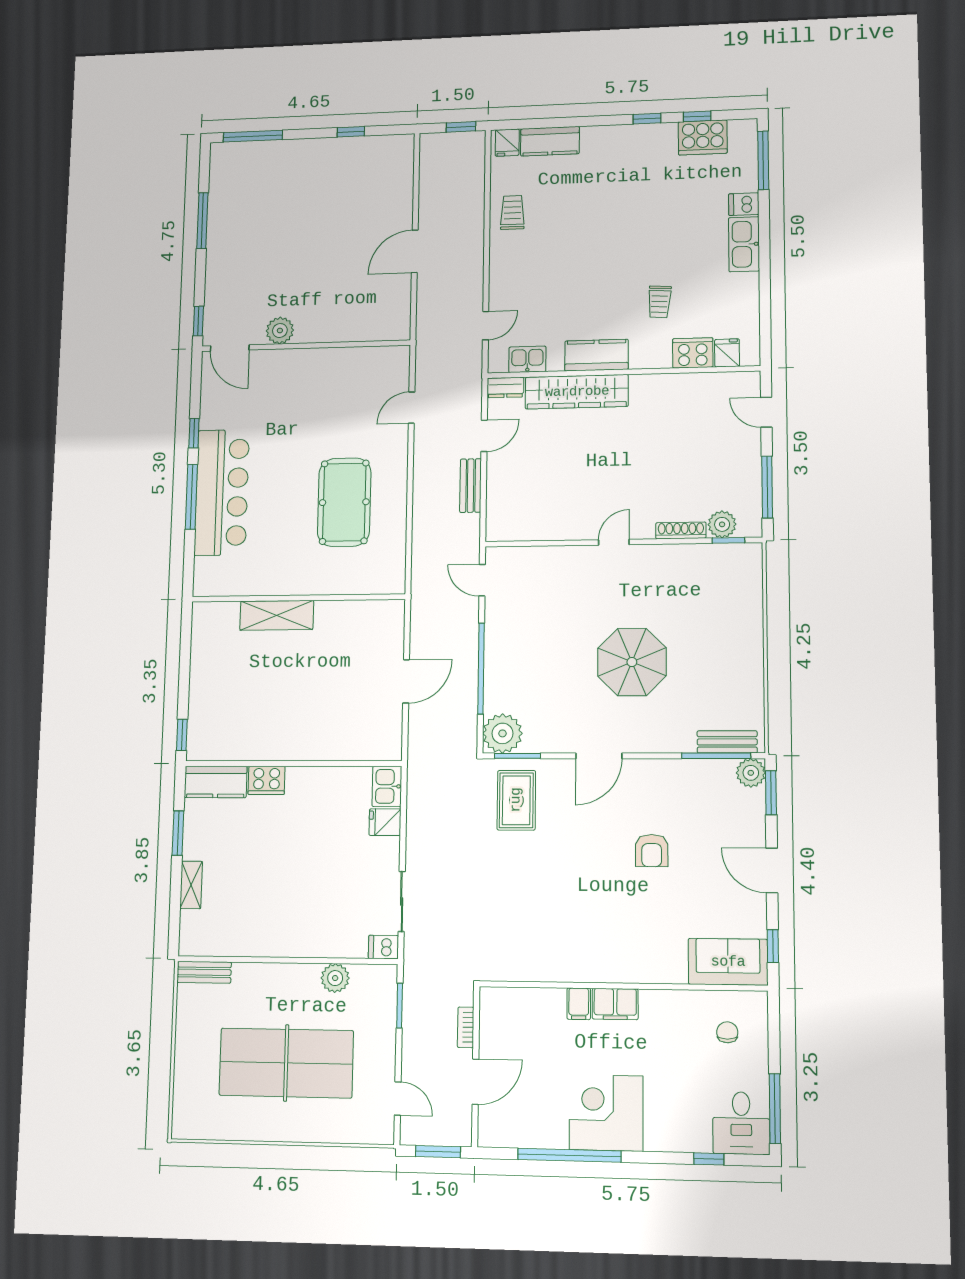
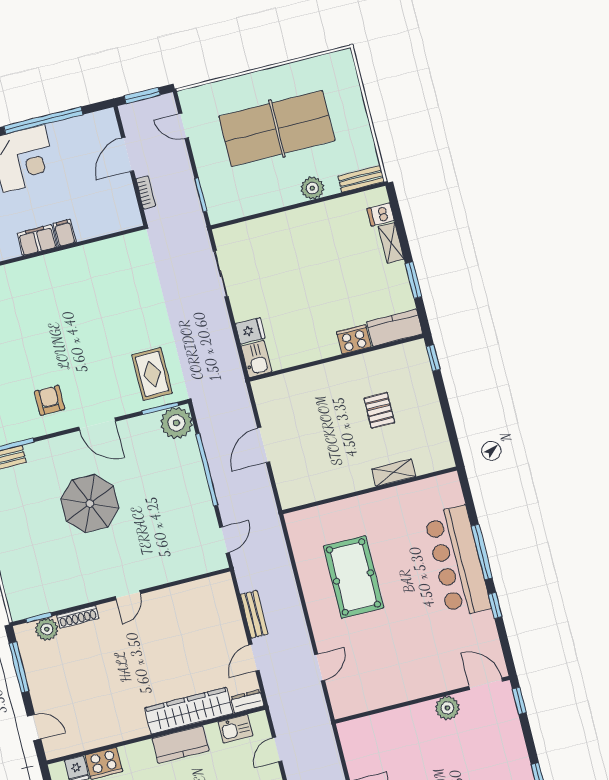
door: (482, 580) -> (224, 540), hinge flipped
shelving: (277, 615) -> (394, 473), width x0.67, depth x0.75
pallet: (261, 689) -> (379, 410), added
door: (599, 756) -> (97, 424), swing flipped
armchair: (652, 851) -> (50, 400), moved
dishwasher: (383, 947) -> (381, 215), moved, turned 180
plant: (335, 978) -> (312, 188), moved

